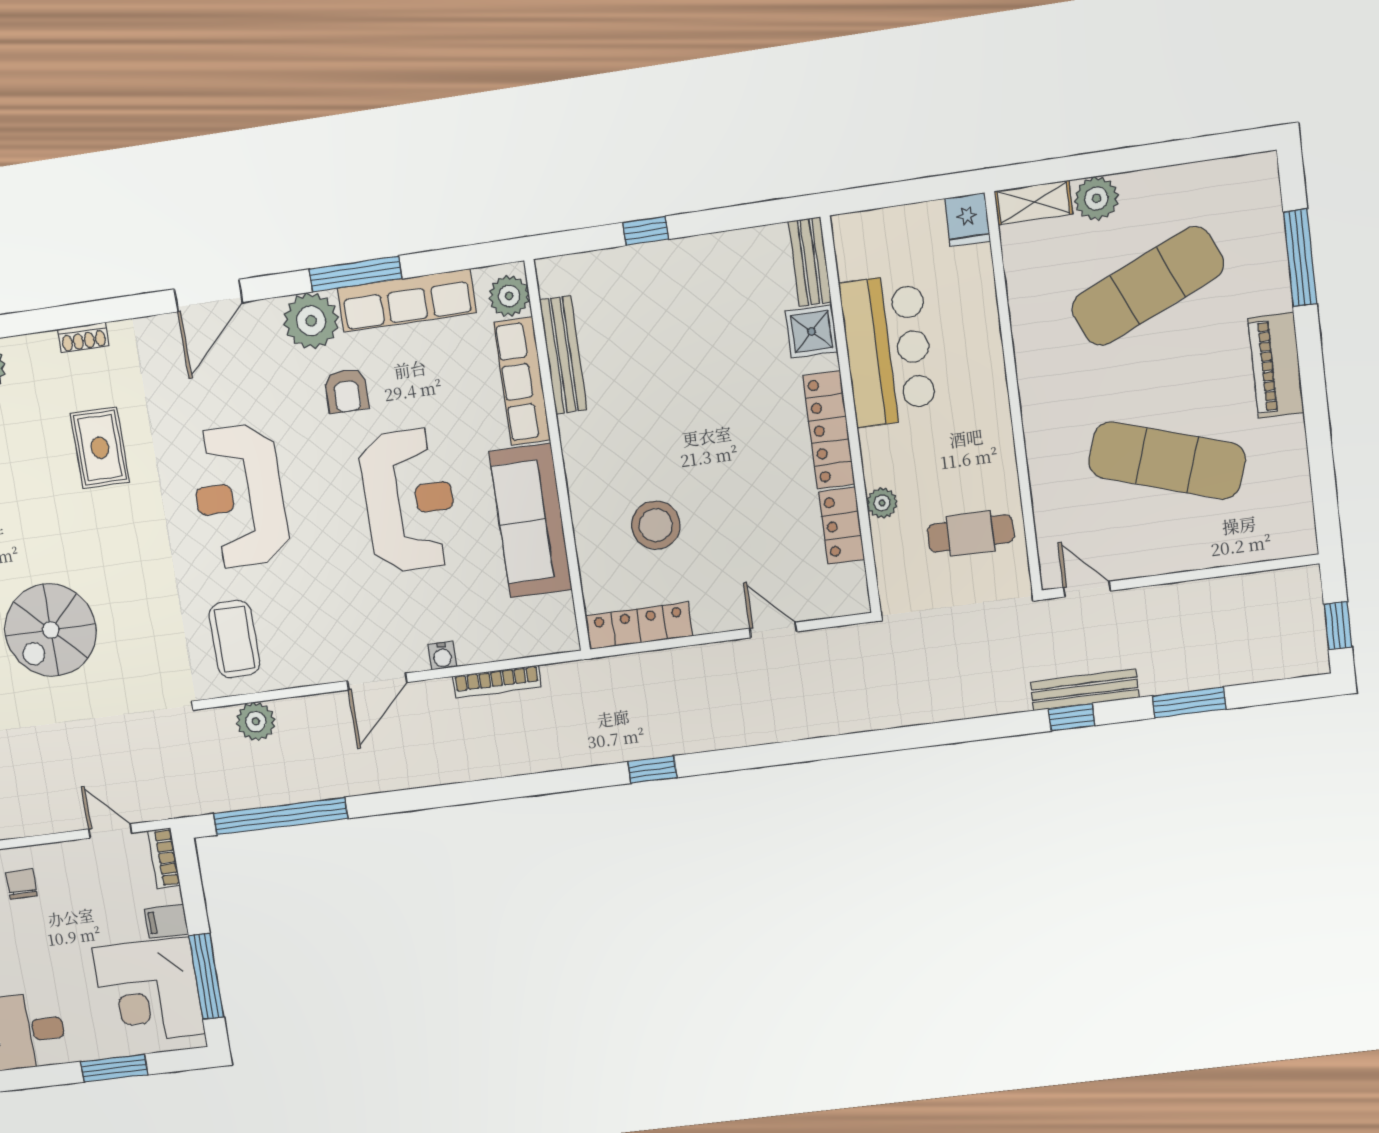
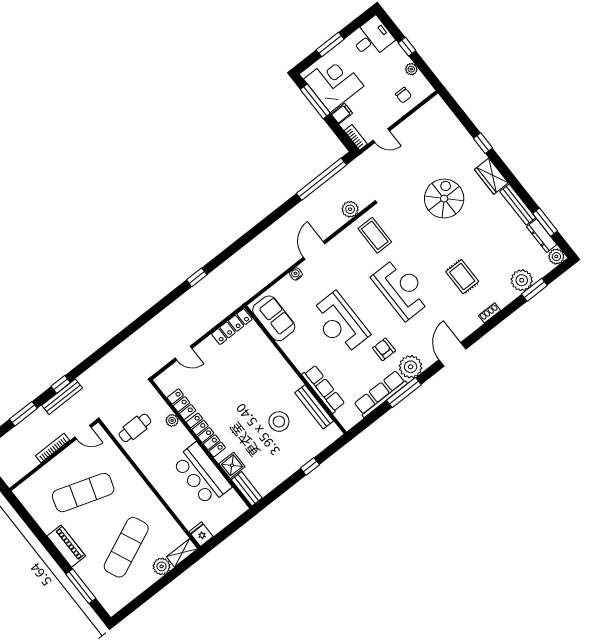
plant: (509, 296) -> (345, 416), removed
sofa: (531, 521) -> (274, 318), moved, width x0.73
stool: (656, 525) -> (279, 422), moved
bookcase: (497, 682) -> (53, 448), moved

